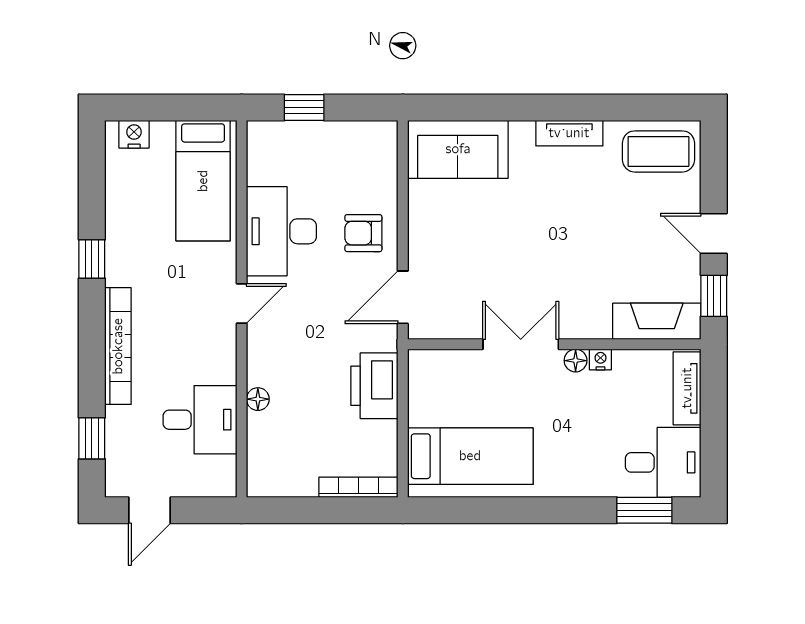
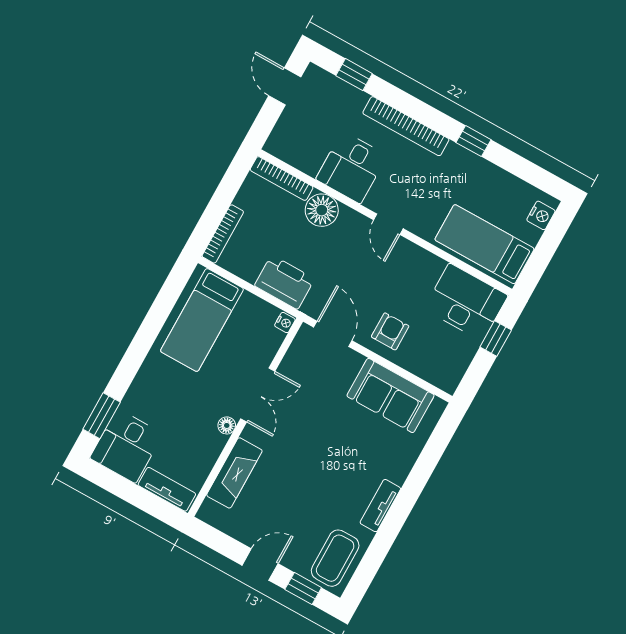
sofa: (458, 149) -> (391, 396), moved, turned -90
desk: (281, 231) -> (466, 302), moved
window: (714, 296) -> (303, 588), moved
fireplace: (657, 321) -> (234, 473), moved
nightstand: (600, 359) -> (285, 323), moved
floor lamp: (258, 399) -> (322, 210), width x1.89, depth x1.89
desk: (200, 420) -> (351, 167), moved
bookcase: (257, 455) -> (282, 178), added

